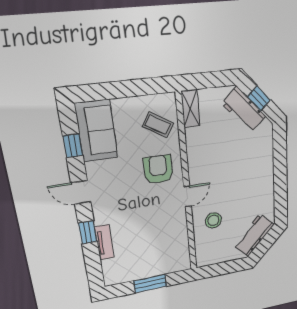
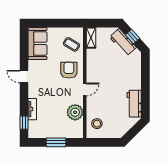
window: (73, 146) -> (24, 50), removed
stool: (213, 220) -> (97, 124), moved
window: (88, 232) -> (24, 123), moved
plant: (175, 234) -> (75, 112), added
workbench: (254, 235) -> (134, 104), moved, turned -45

